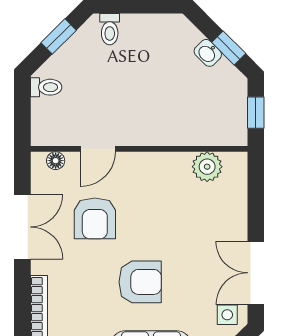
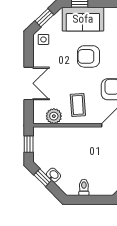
toilet: (110, 29) -> (84, 187), moved
coffee table: (161, 188) -> (78, 105), added
double door: (256, 273) -> (29, 83), moved

